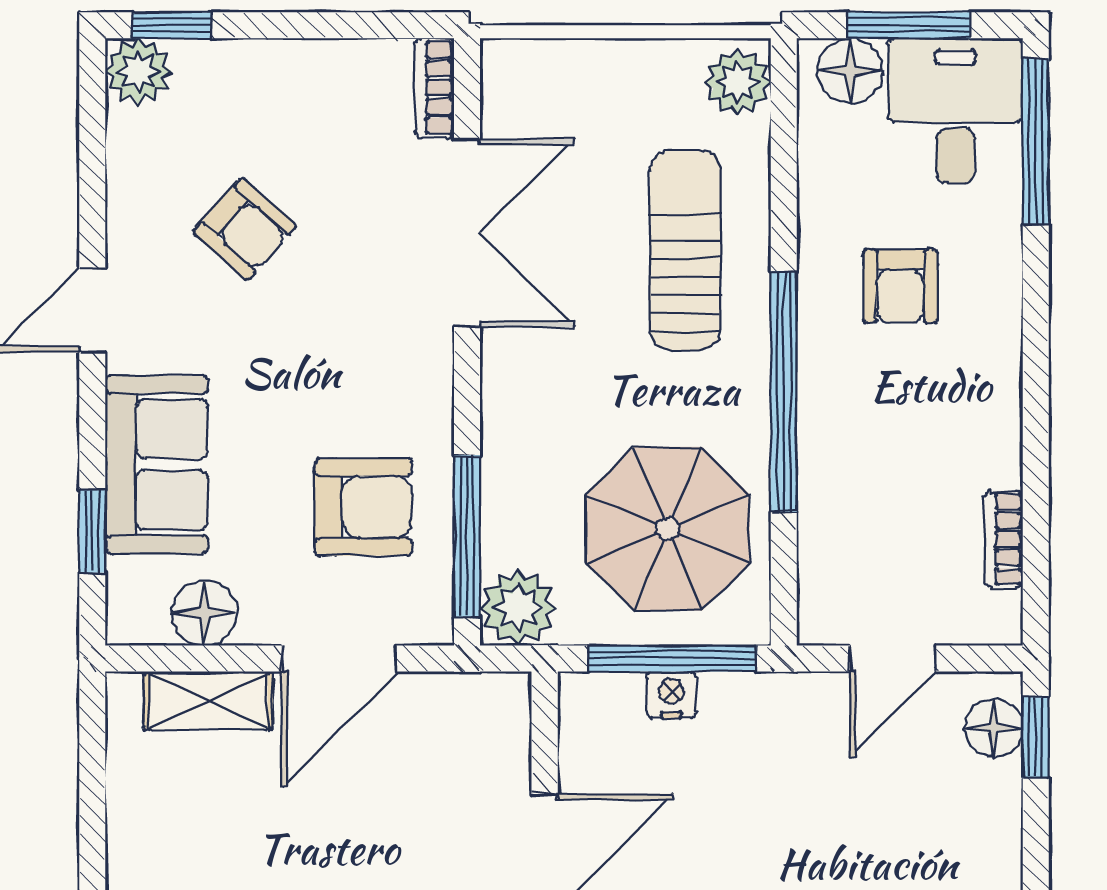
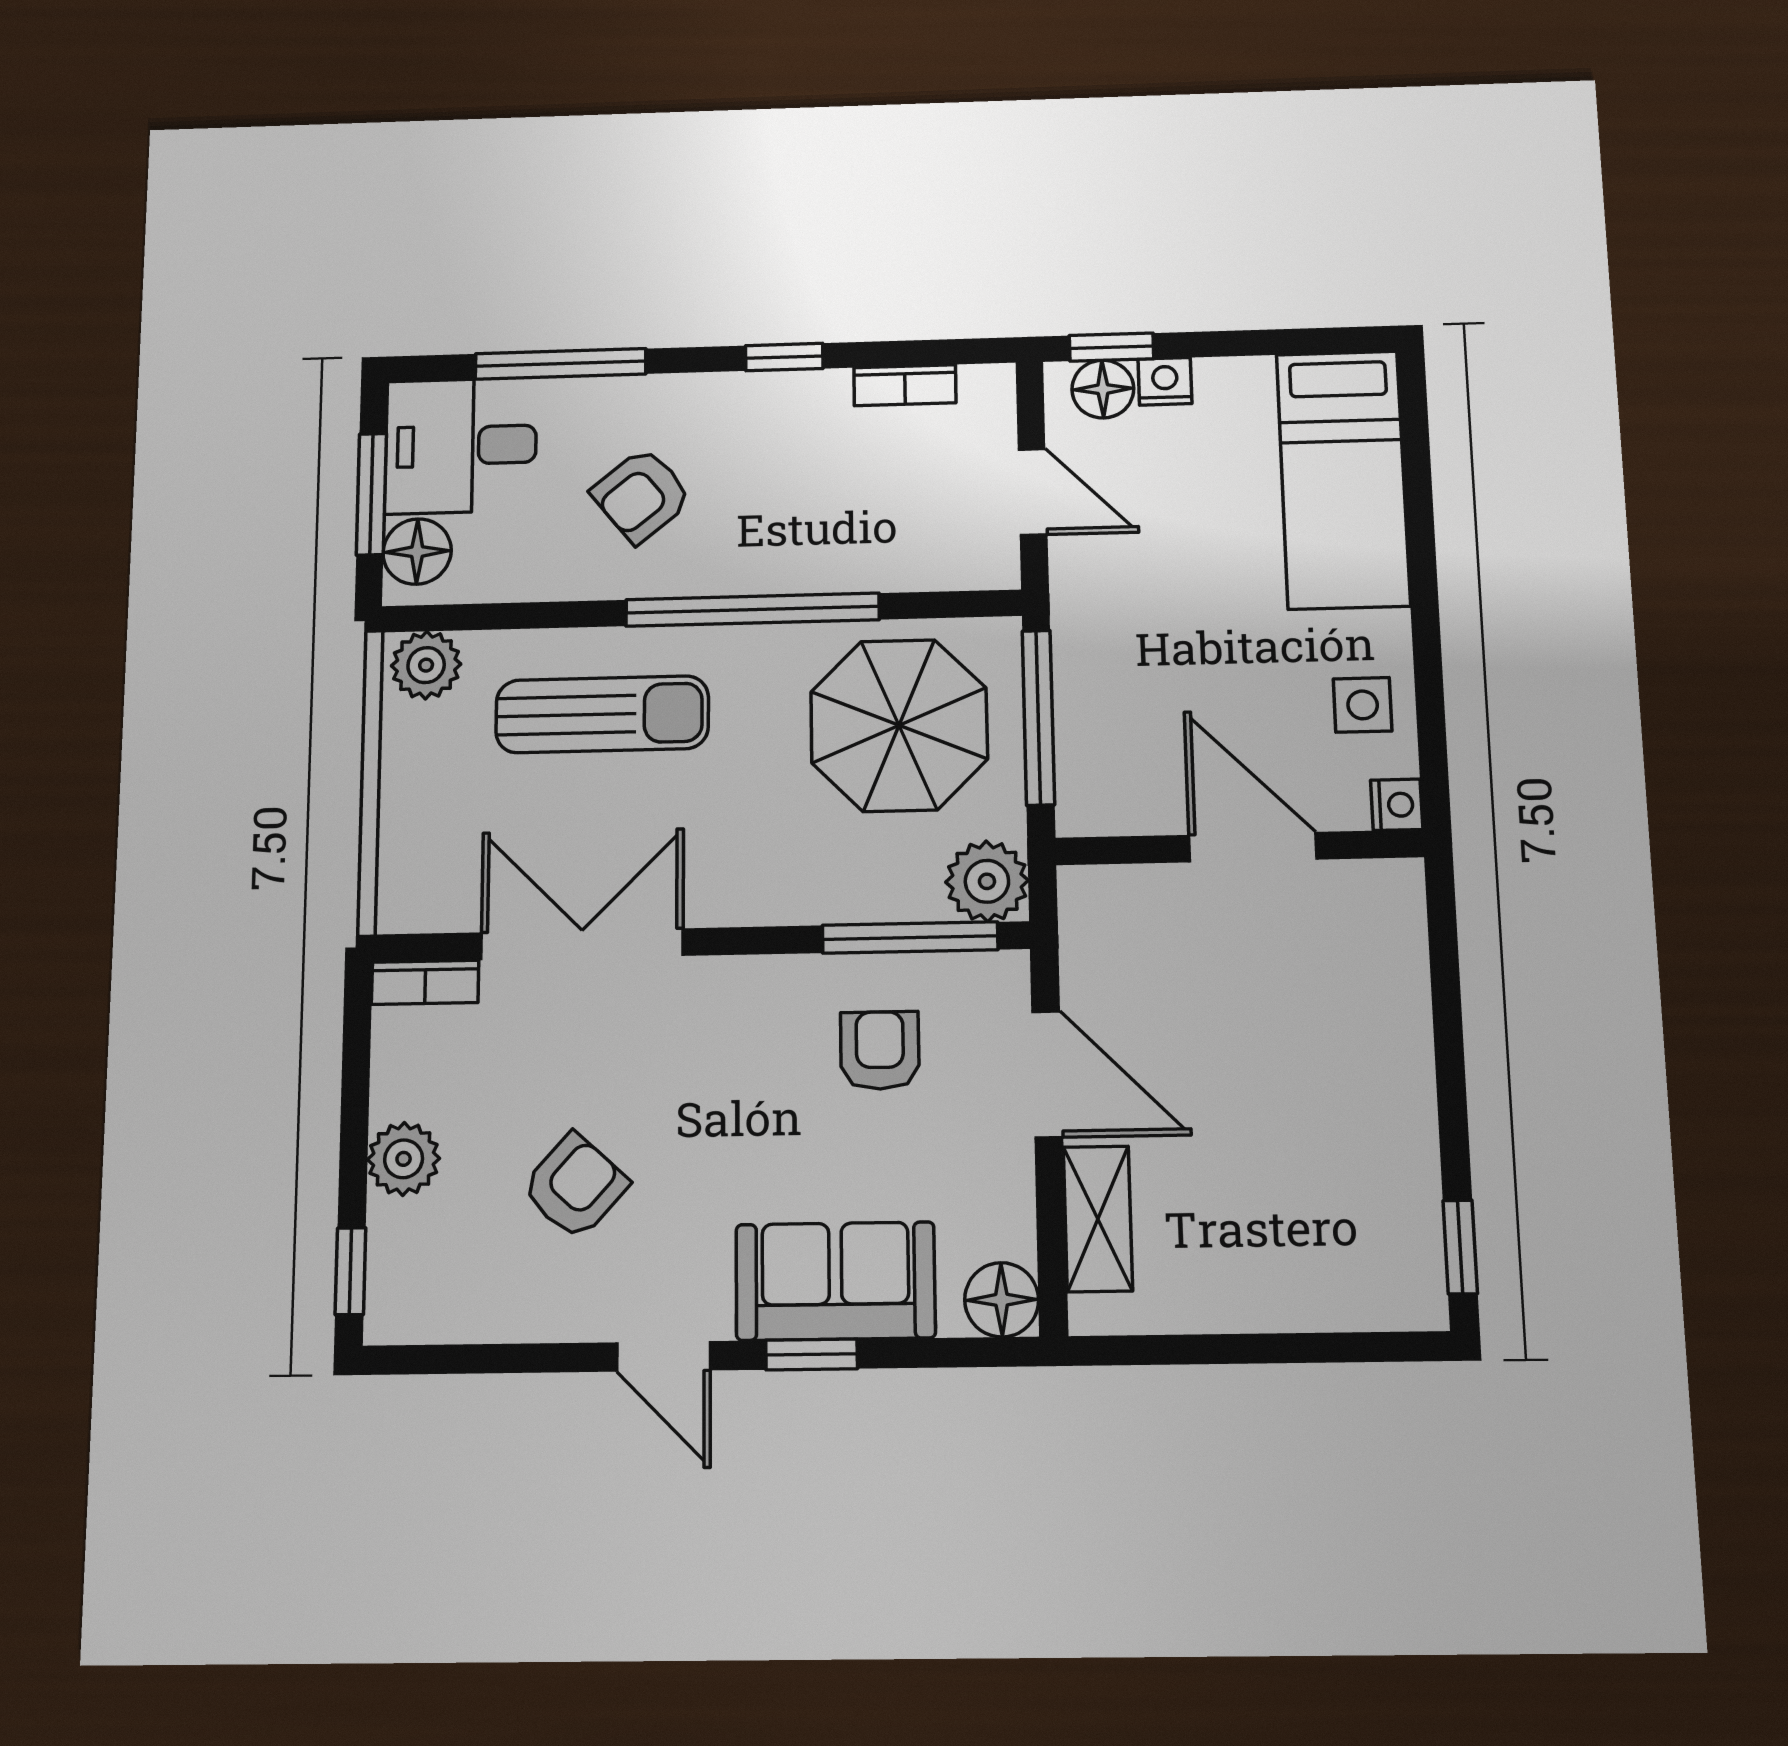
plant: (138, 71) -> (404, 1159), moved
window: (1036, 142) -> (561, 364), moved
sun lounger: (685, 250) -> (602, 714), turned 180
armchair: (900, 286) -> (641, 495), turned 141
window: (1036, 423) -> (784, 357), added
armchair: (363, 507) -> (880, 1050), width x0.72, depth x0.72
window: (92, 531) -> (812, 1354), moved
floor lamp: (204, 613) -> (1002, 1300), moved
nightstand: (672, 695) -> (1165, 381), moved, turned 90

